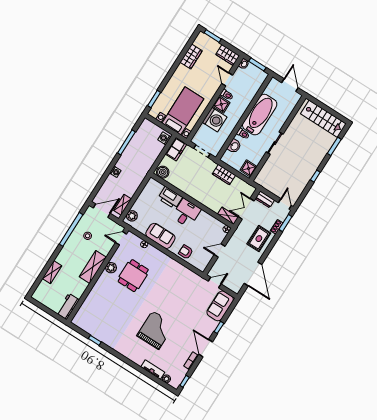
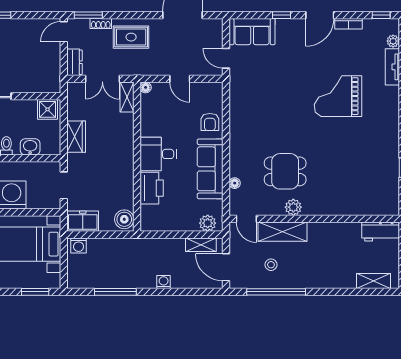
sofa: (160, 236) -> (210, 169), width x1.36
shelving: (93, 267) -> (282, 232), moved
shelving: (52, 272) -> (374, 281), moved

